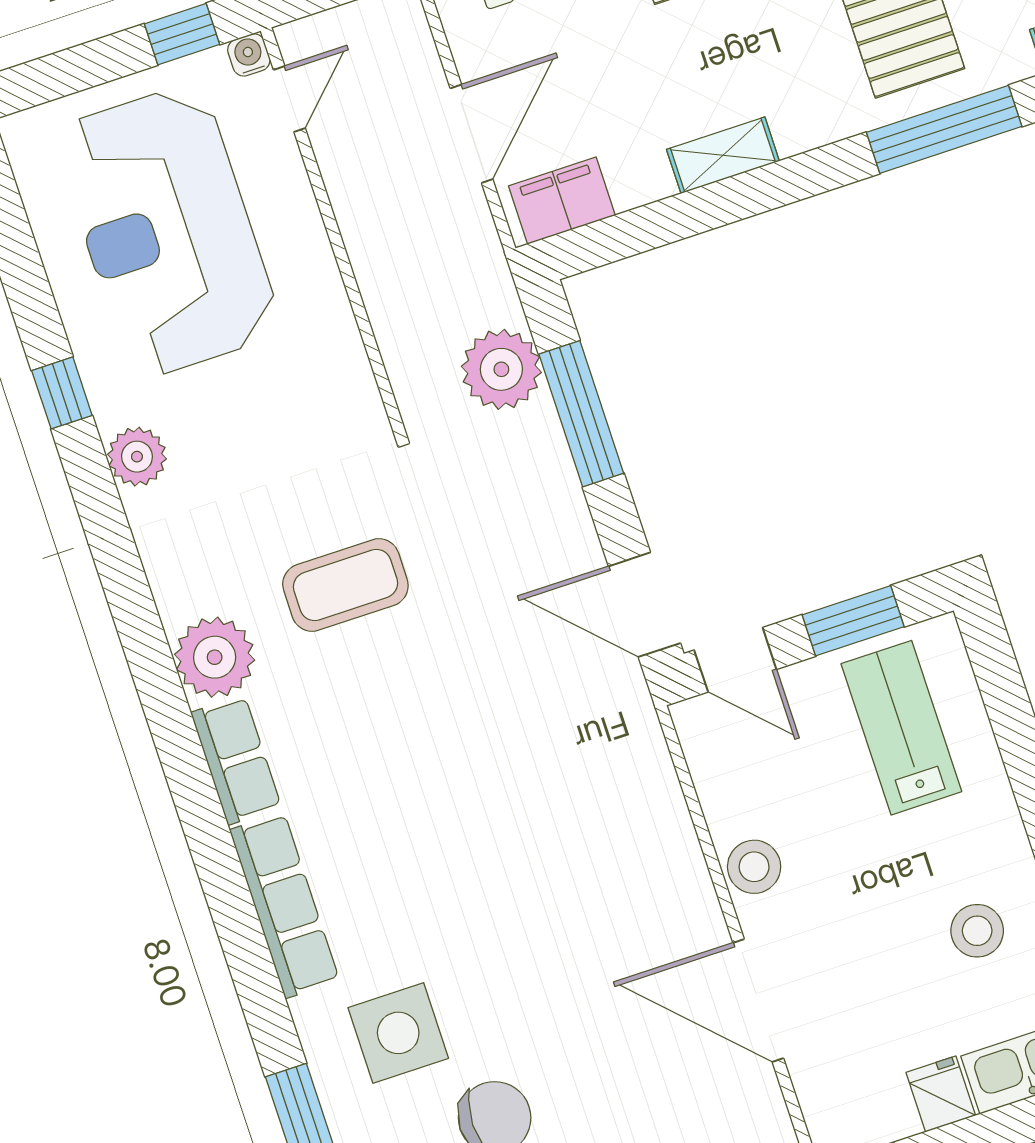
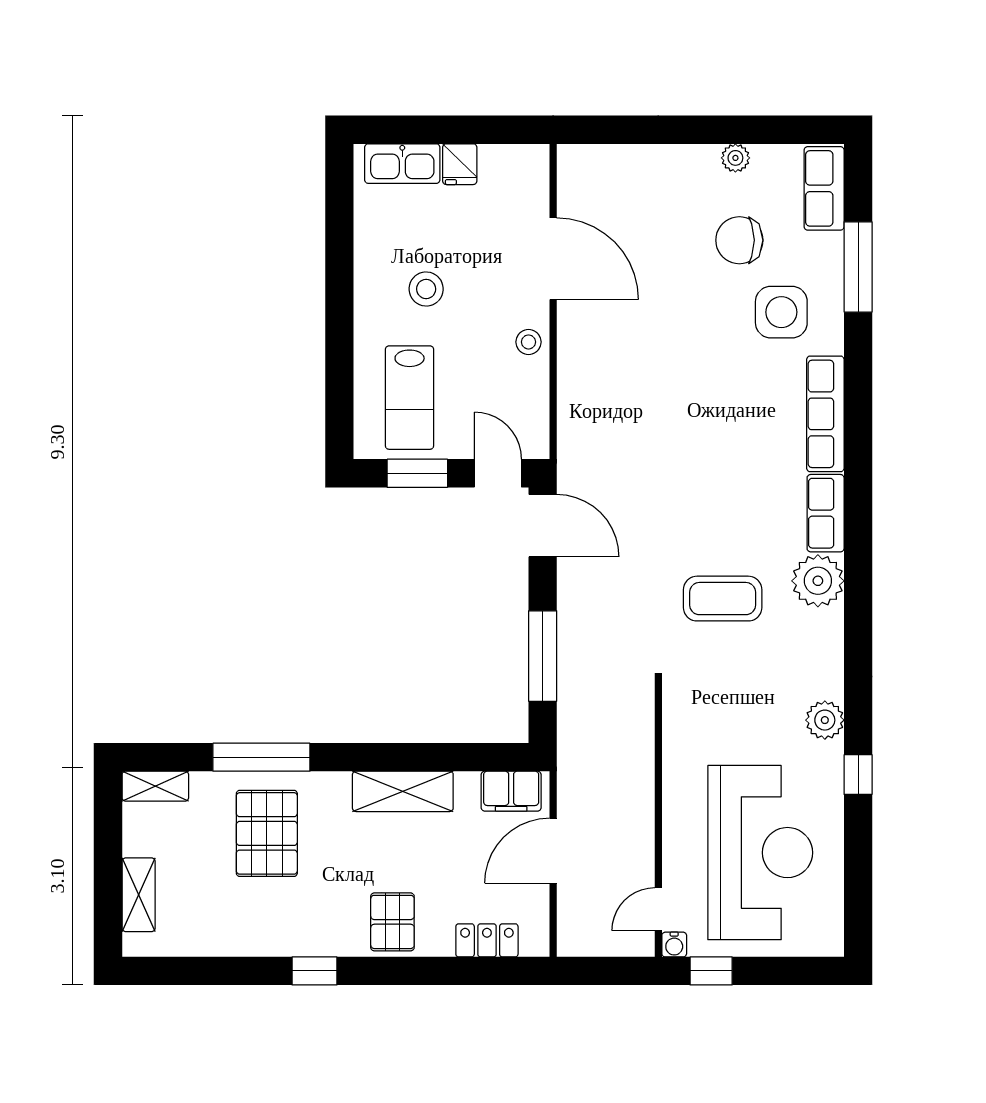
shelving: (723, 155) -> (403, 791), width x1.50, depth x1.33
plant: (501, 369) -> (583, 700), removed
stool: (754, 867) -> (528, 342), width x0.73, depth x0.73
stool: (977, 931) -> (426, 289), moved

